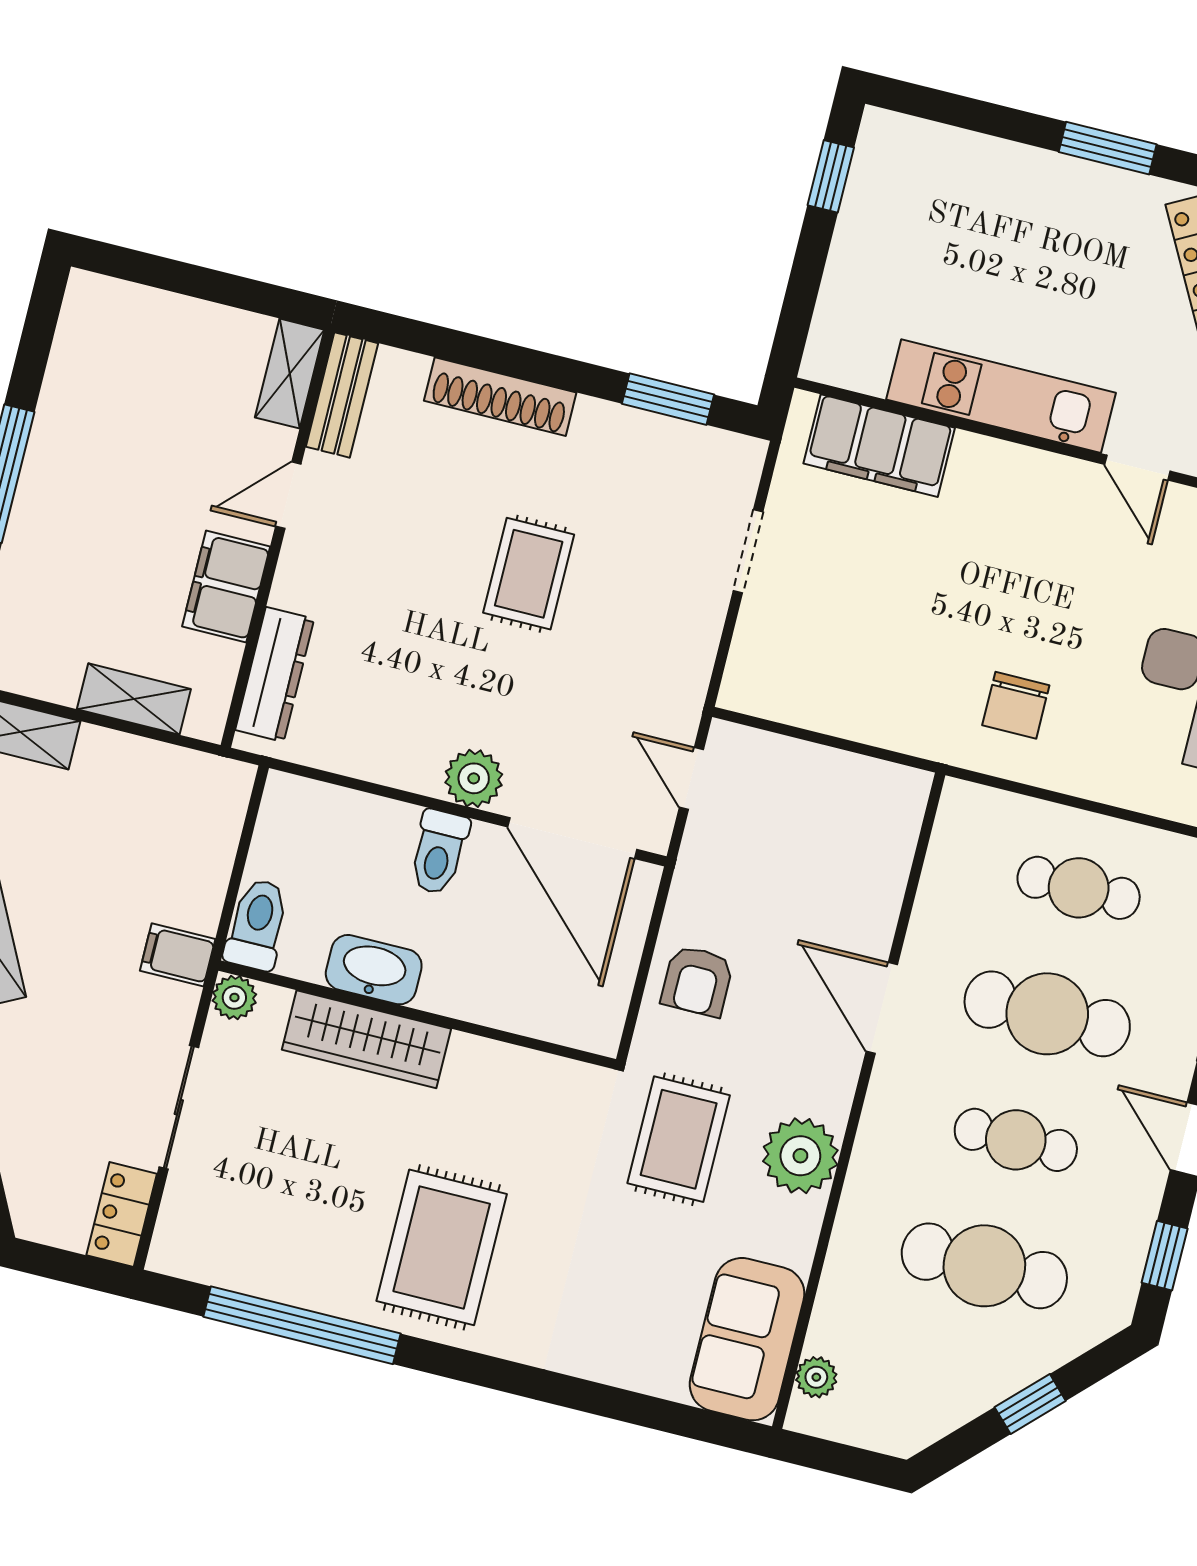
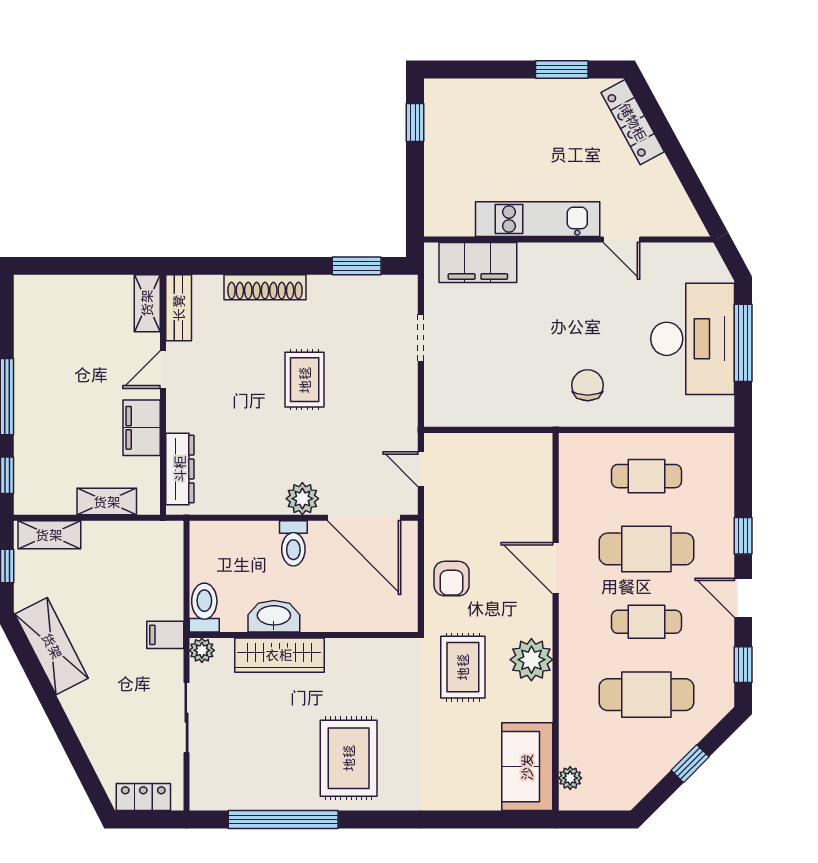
chair: (1016, 705) -> (588, 385), turned 180
locker: (122, 1214) -> (143, 797), moved, turned 90

